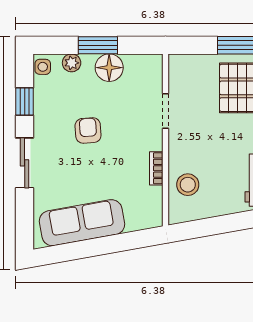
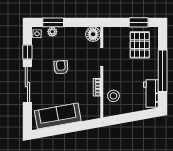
window: (98, 45) -> (53, 22), moved
floor lamp: (109, 68) -> (93, 34), moved
sliding door: (25, 163) -> (27, 84), width x1.37

